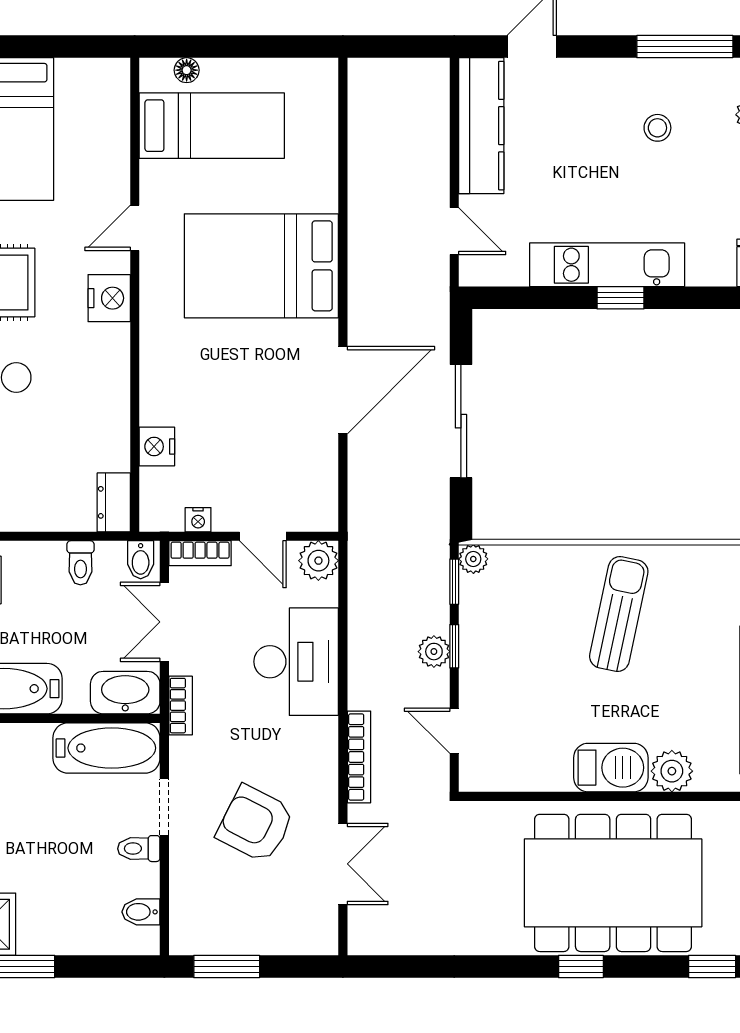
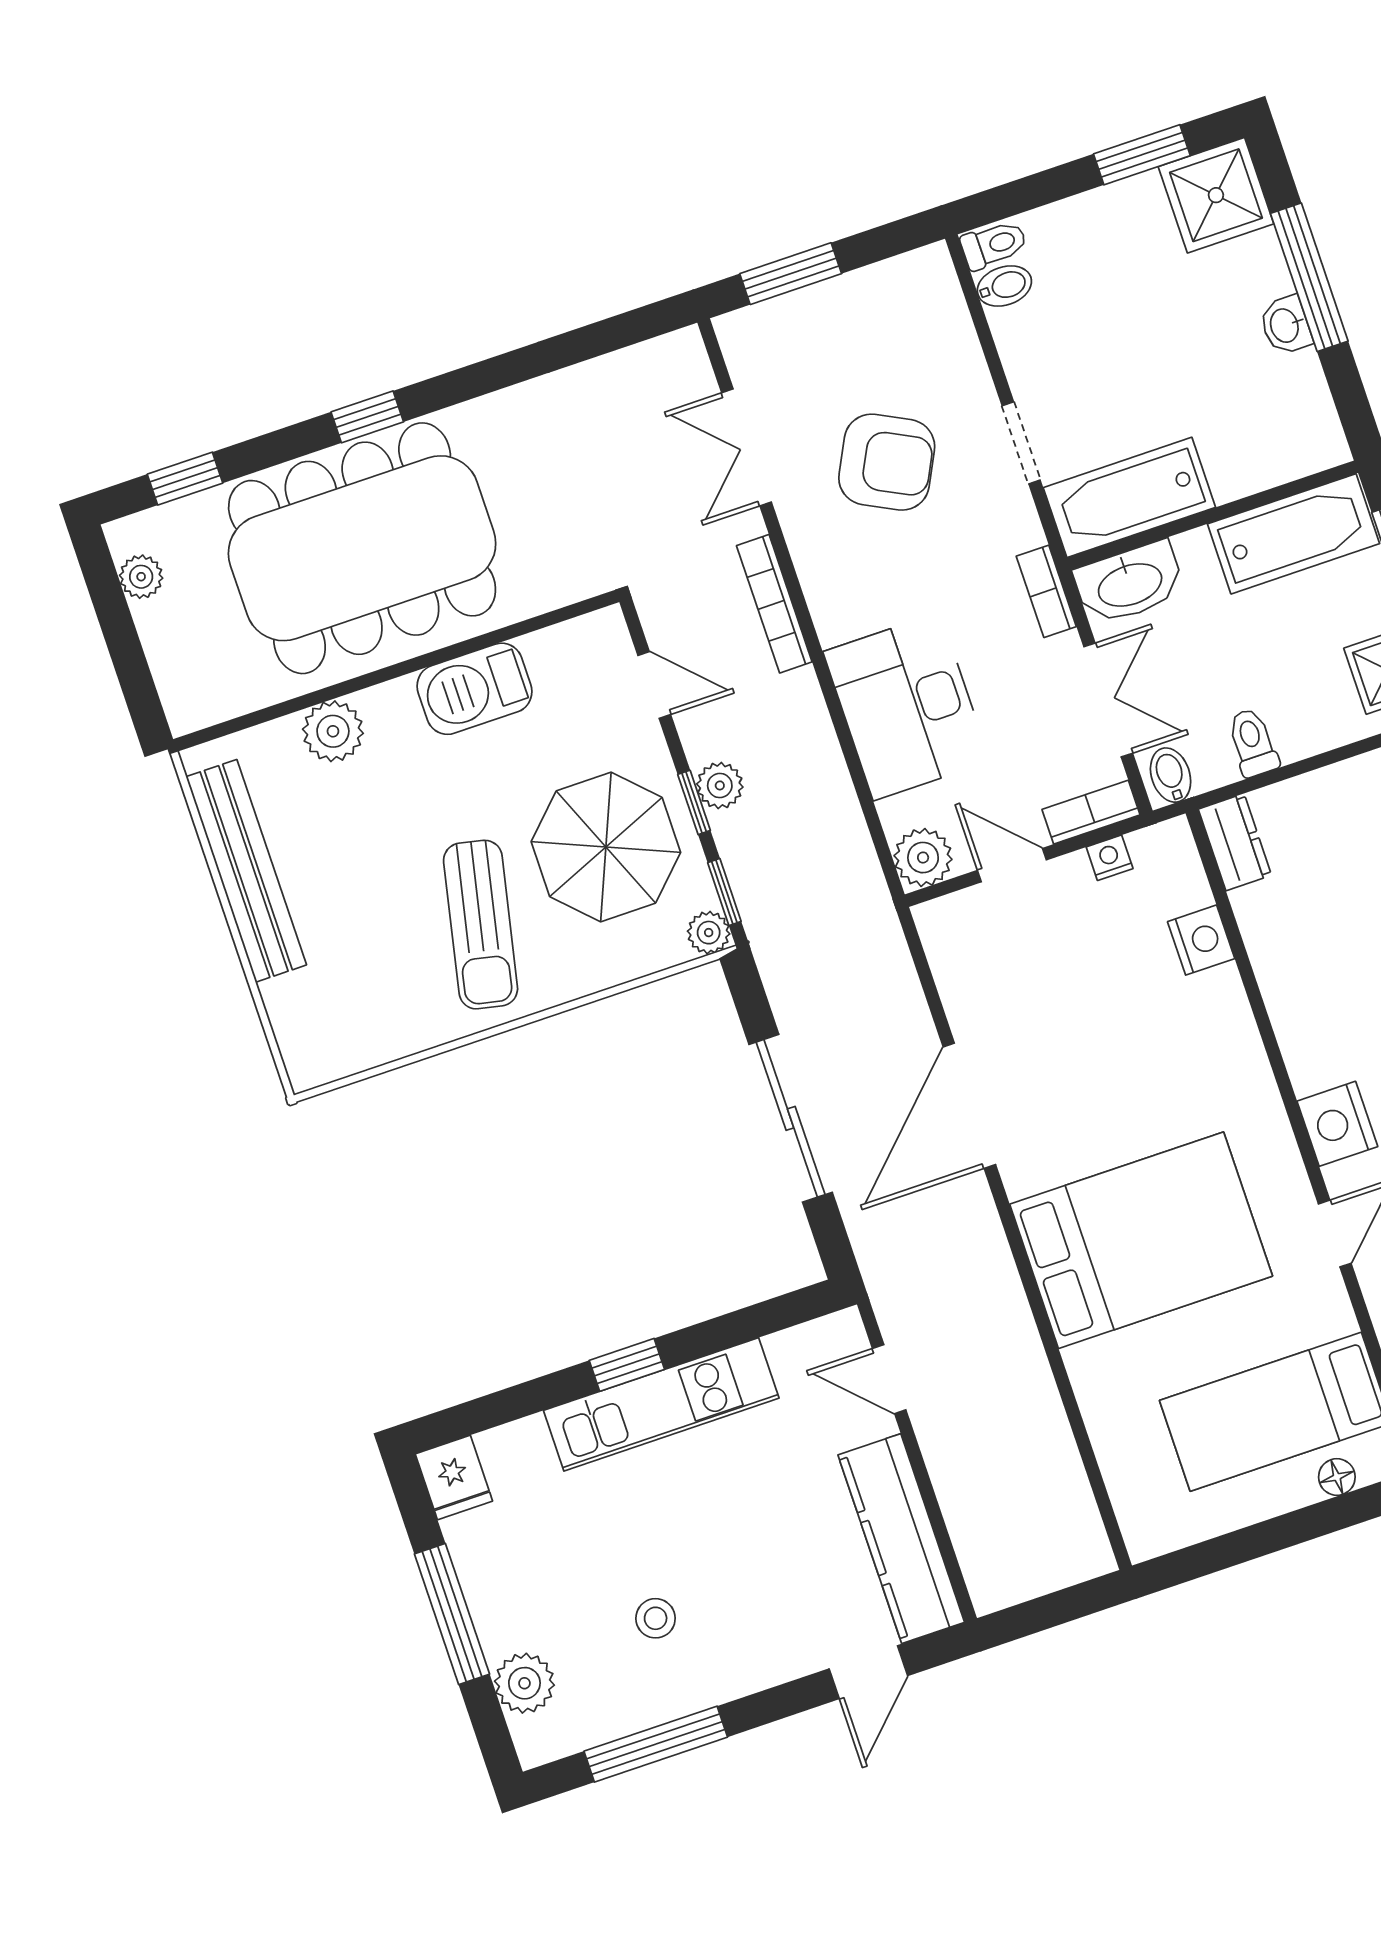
parasol: (521, 637) -> (606, 847), added
barbecue: (611, 768) -> (475, 689), moved
toilet: (139, 849) -> (994, 245), moved
window: (227, 967) -> (791, 274), moved

